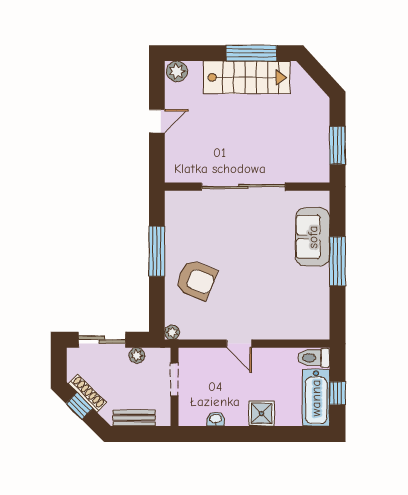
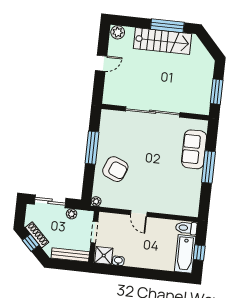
shower: (261, 413) -> (104, 256), moved
bench: (134, 418) -> (70, 255), width x1.36

